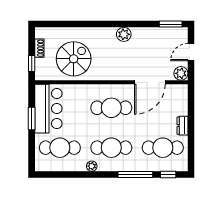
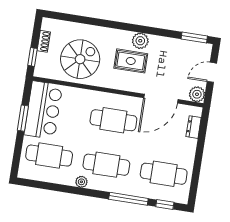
rug: (118, 53) -> (131, 61), added
dresser: (182, 126) -> (194, 127), moved

